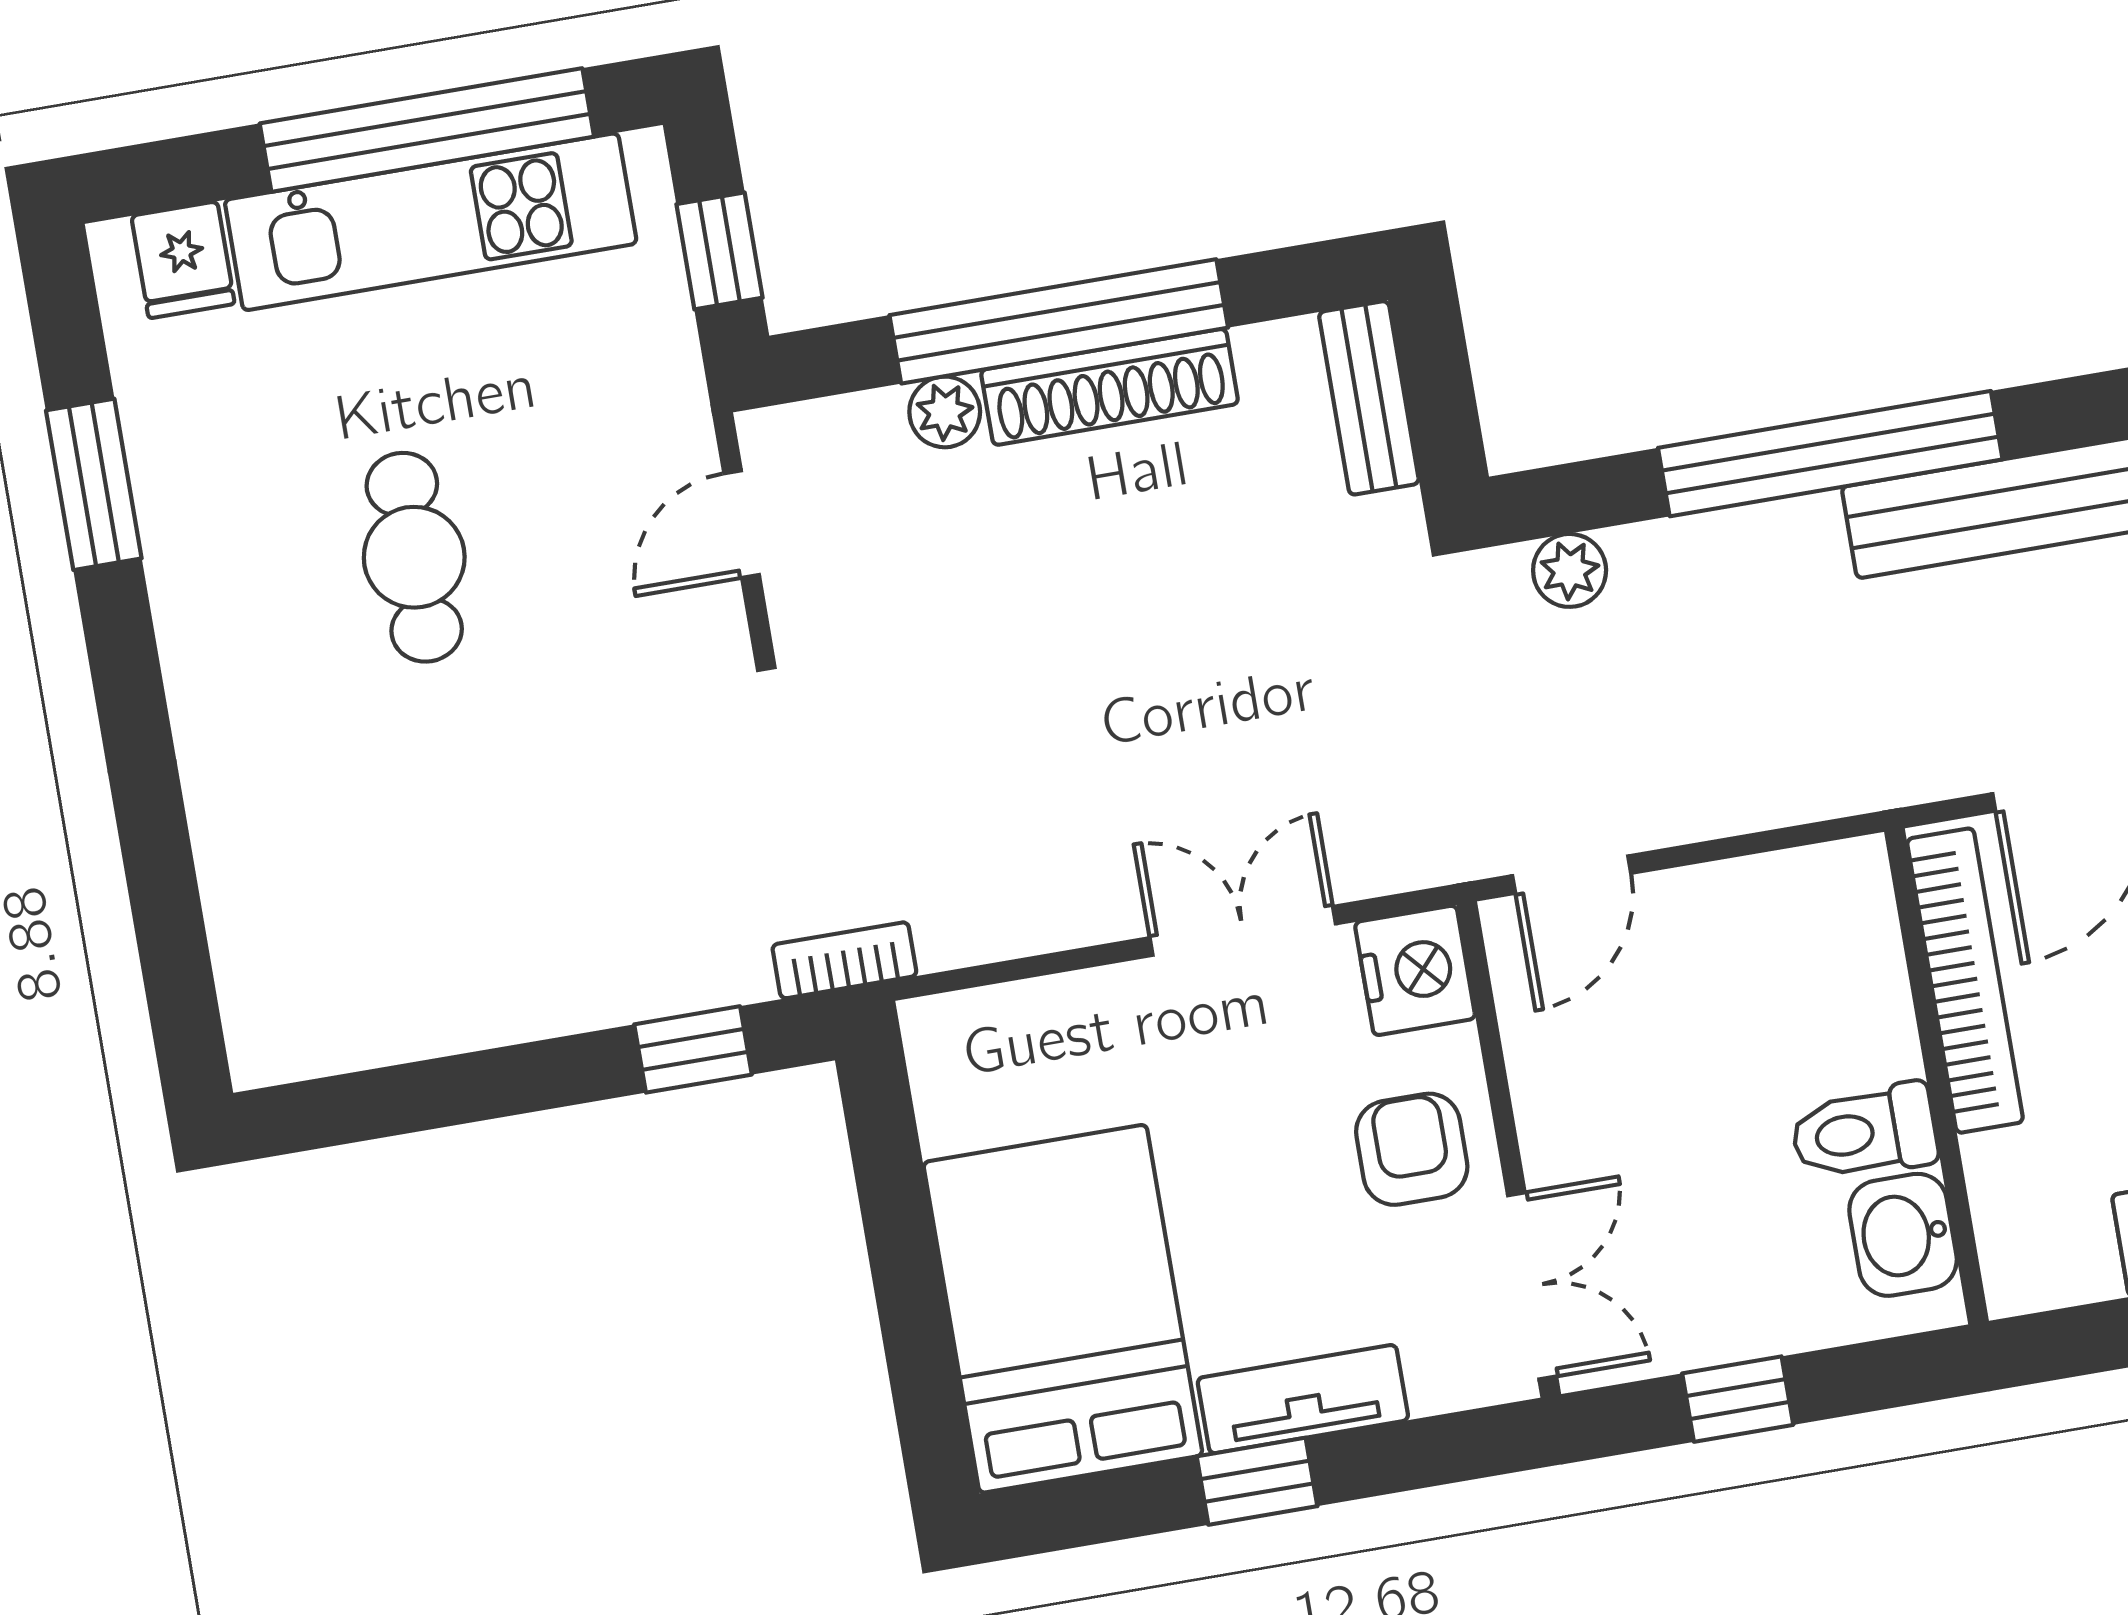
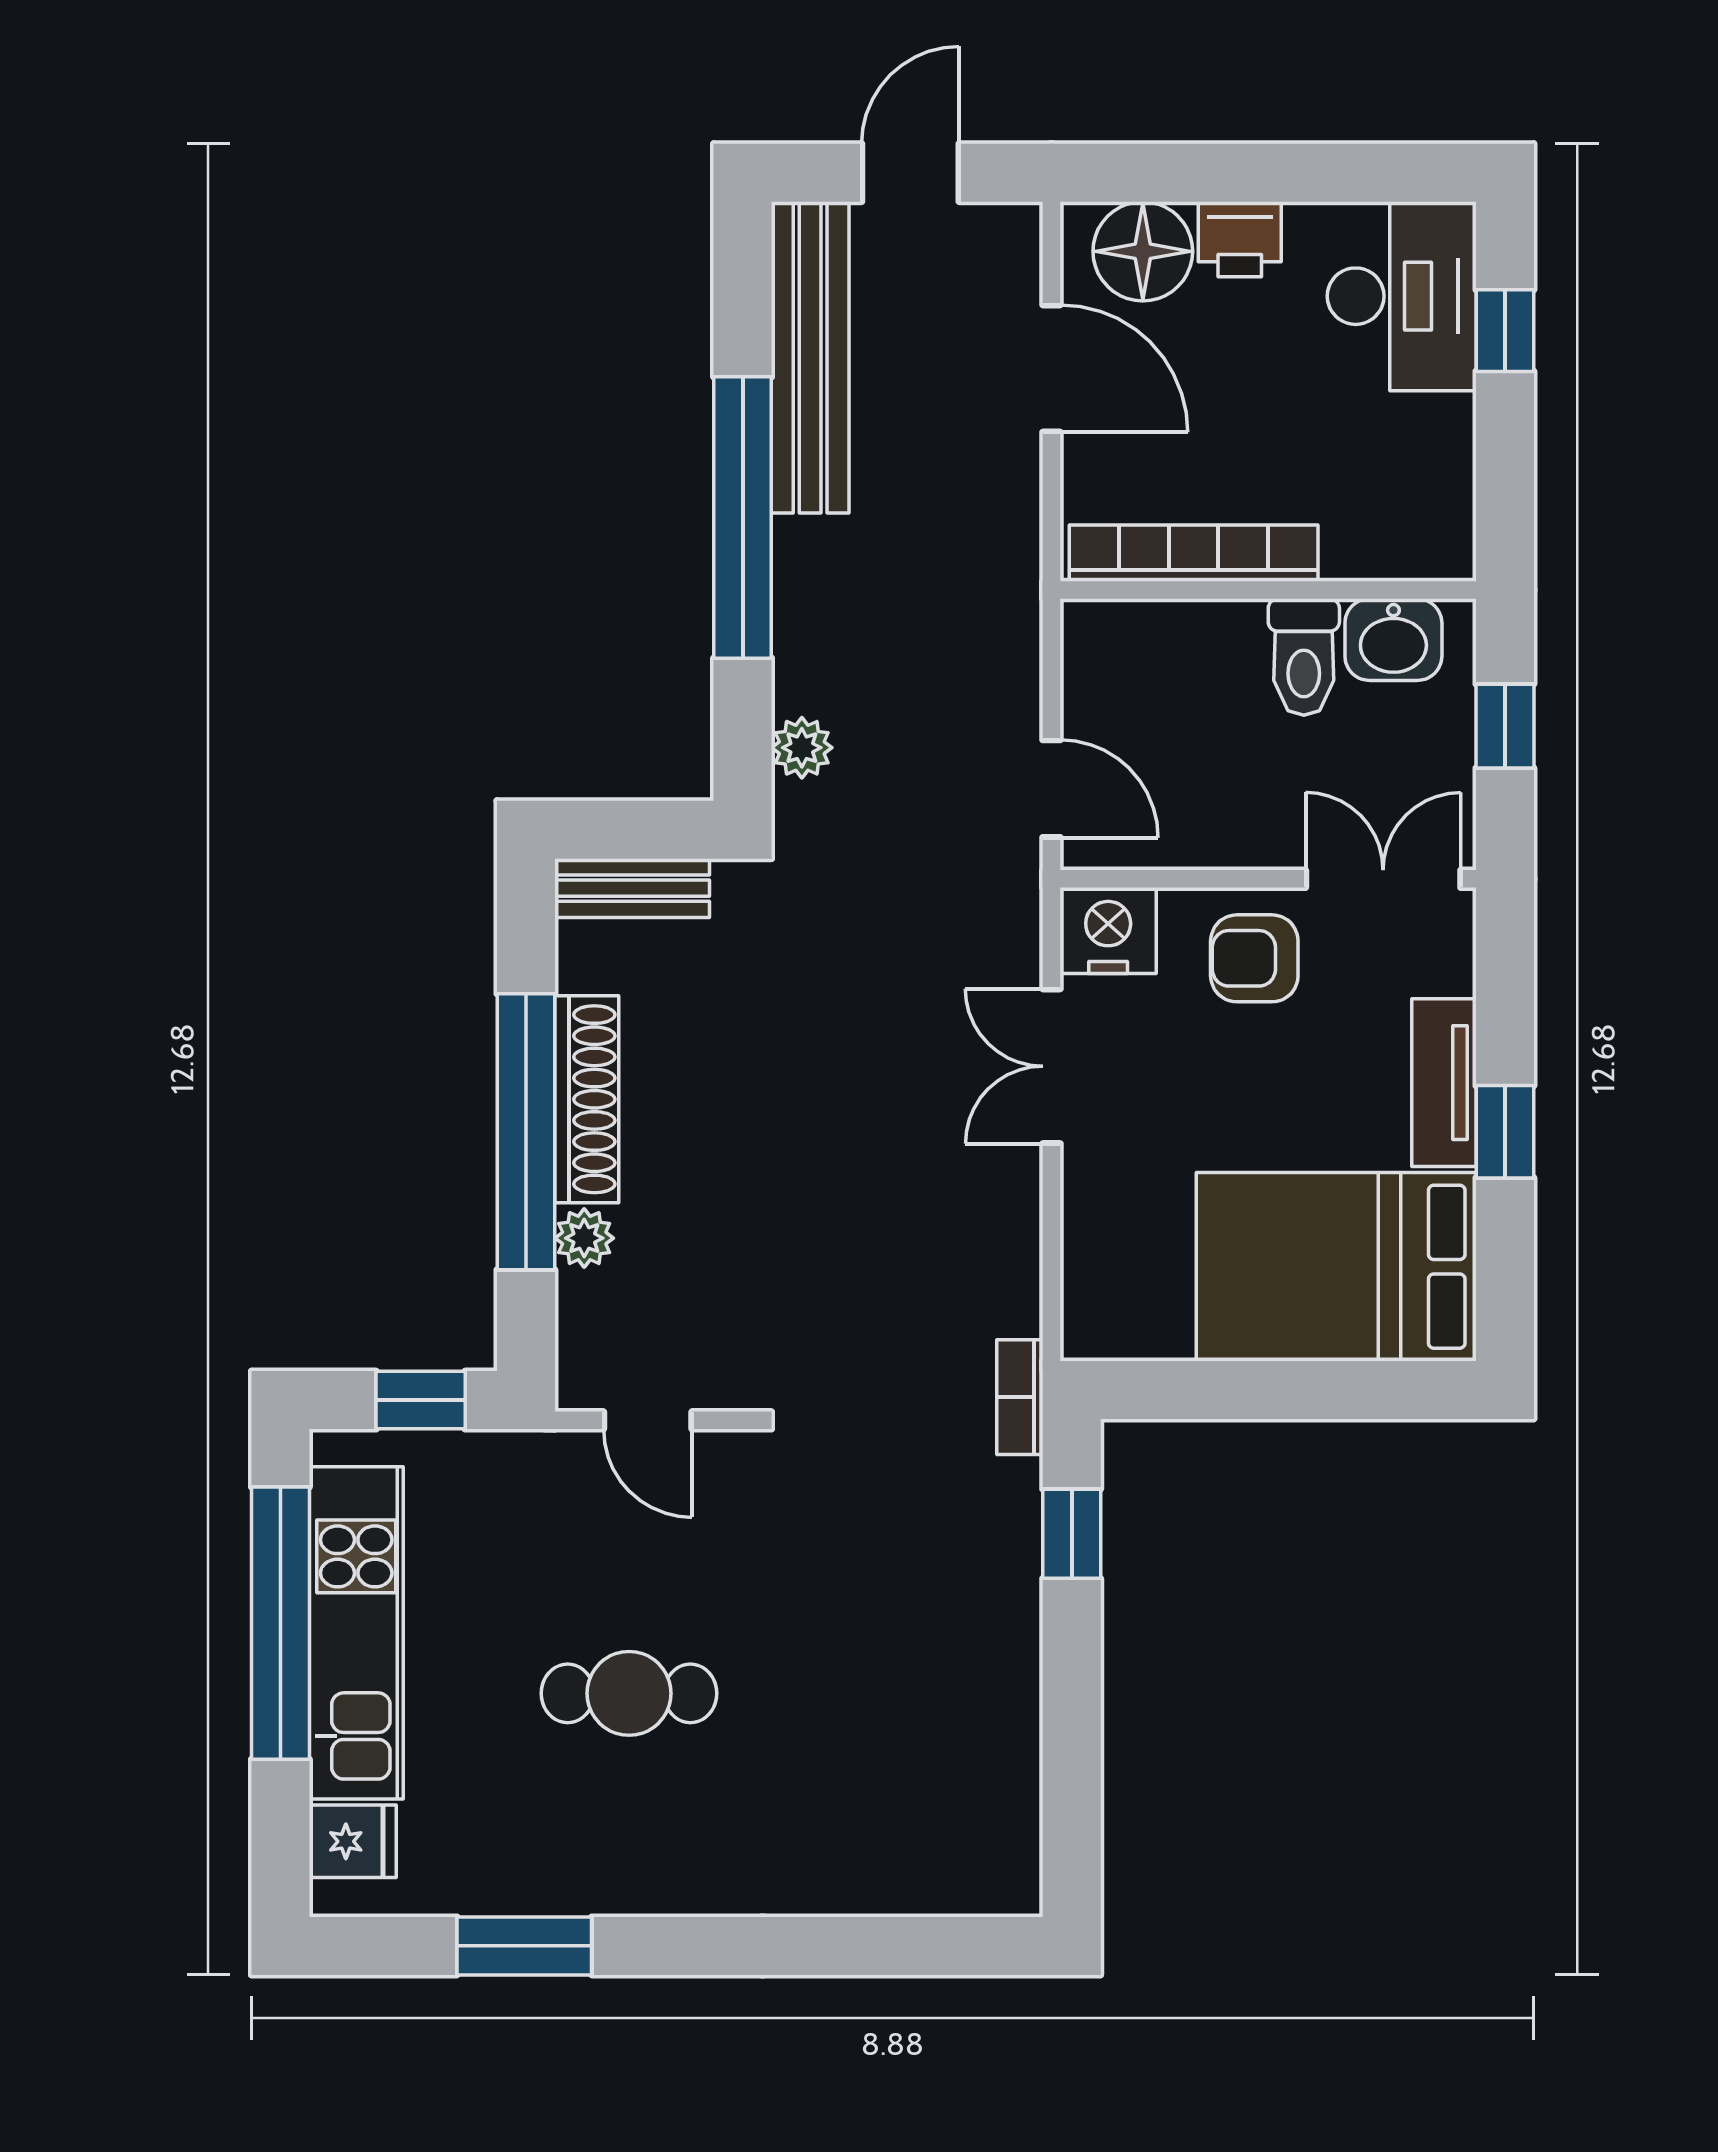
bookcase: (1965, 981) -> (1194, 553), moved
wall: (1936, 1076) -> (1268, 590), moved
toilet: (1864, 1132) -> (1304, 657), moved
washbasin: (1903, 1235) -> (1393, 640), moved

